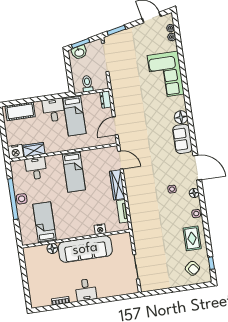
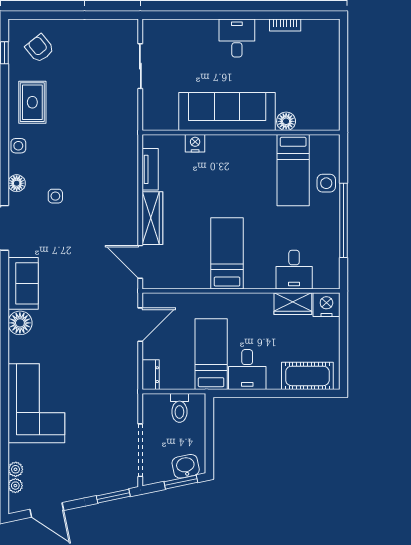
side table: (22, 199) -> (326, 183), moved

